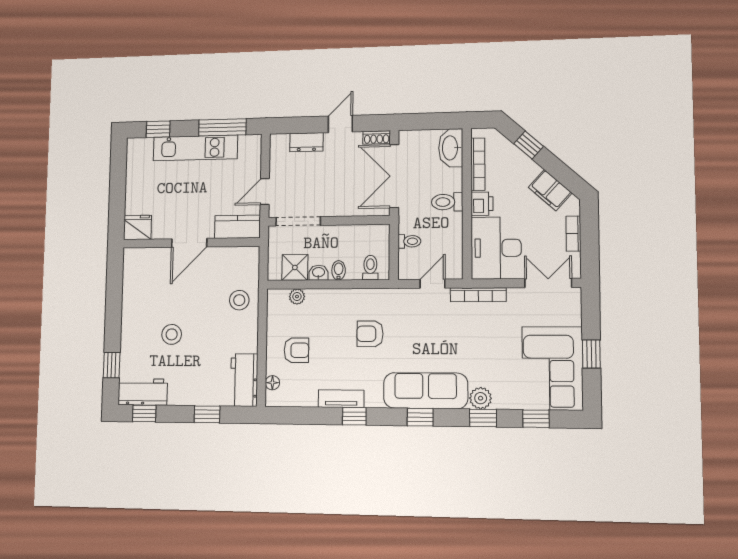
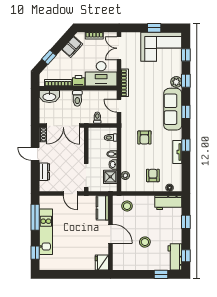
fridge: (137, 227) -> (102, 262), moved
kitchen counter: (237, 227) -> (102, 208), moved
door: (189, 243) -> (111, 234), moved
wall: (191, 243) -> (111, 233), moved

